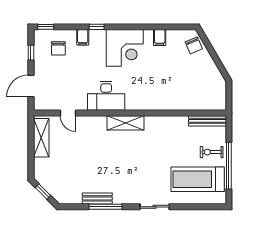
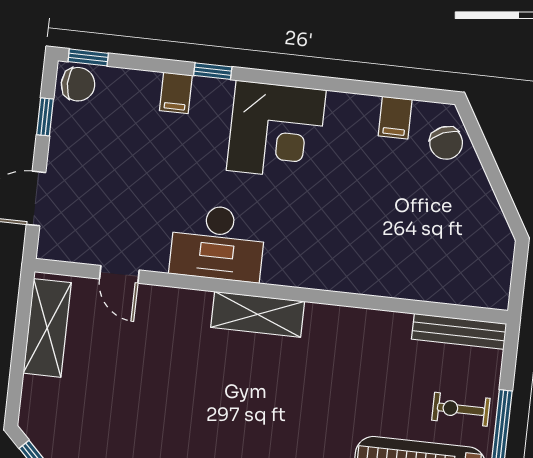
filing cabinet: (160, 37) -> (395, 118), moved
chair: (58, 48) -> (78, 84), moved, turned -90

